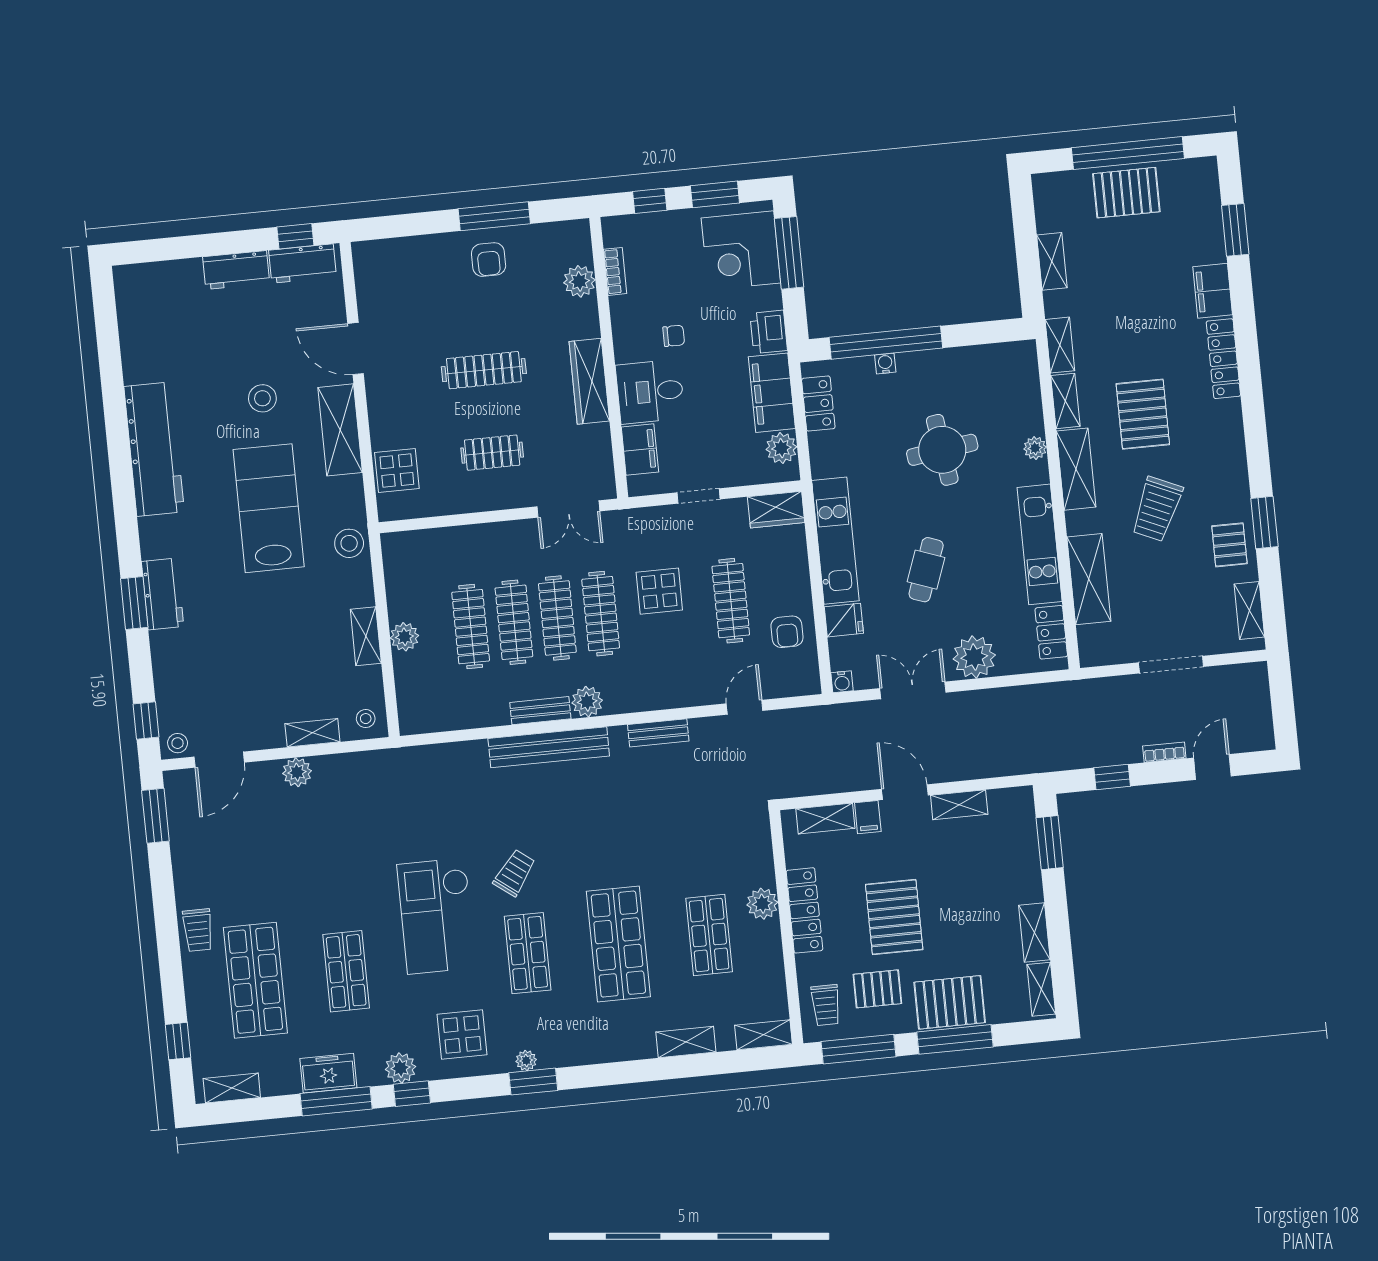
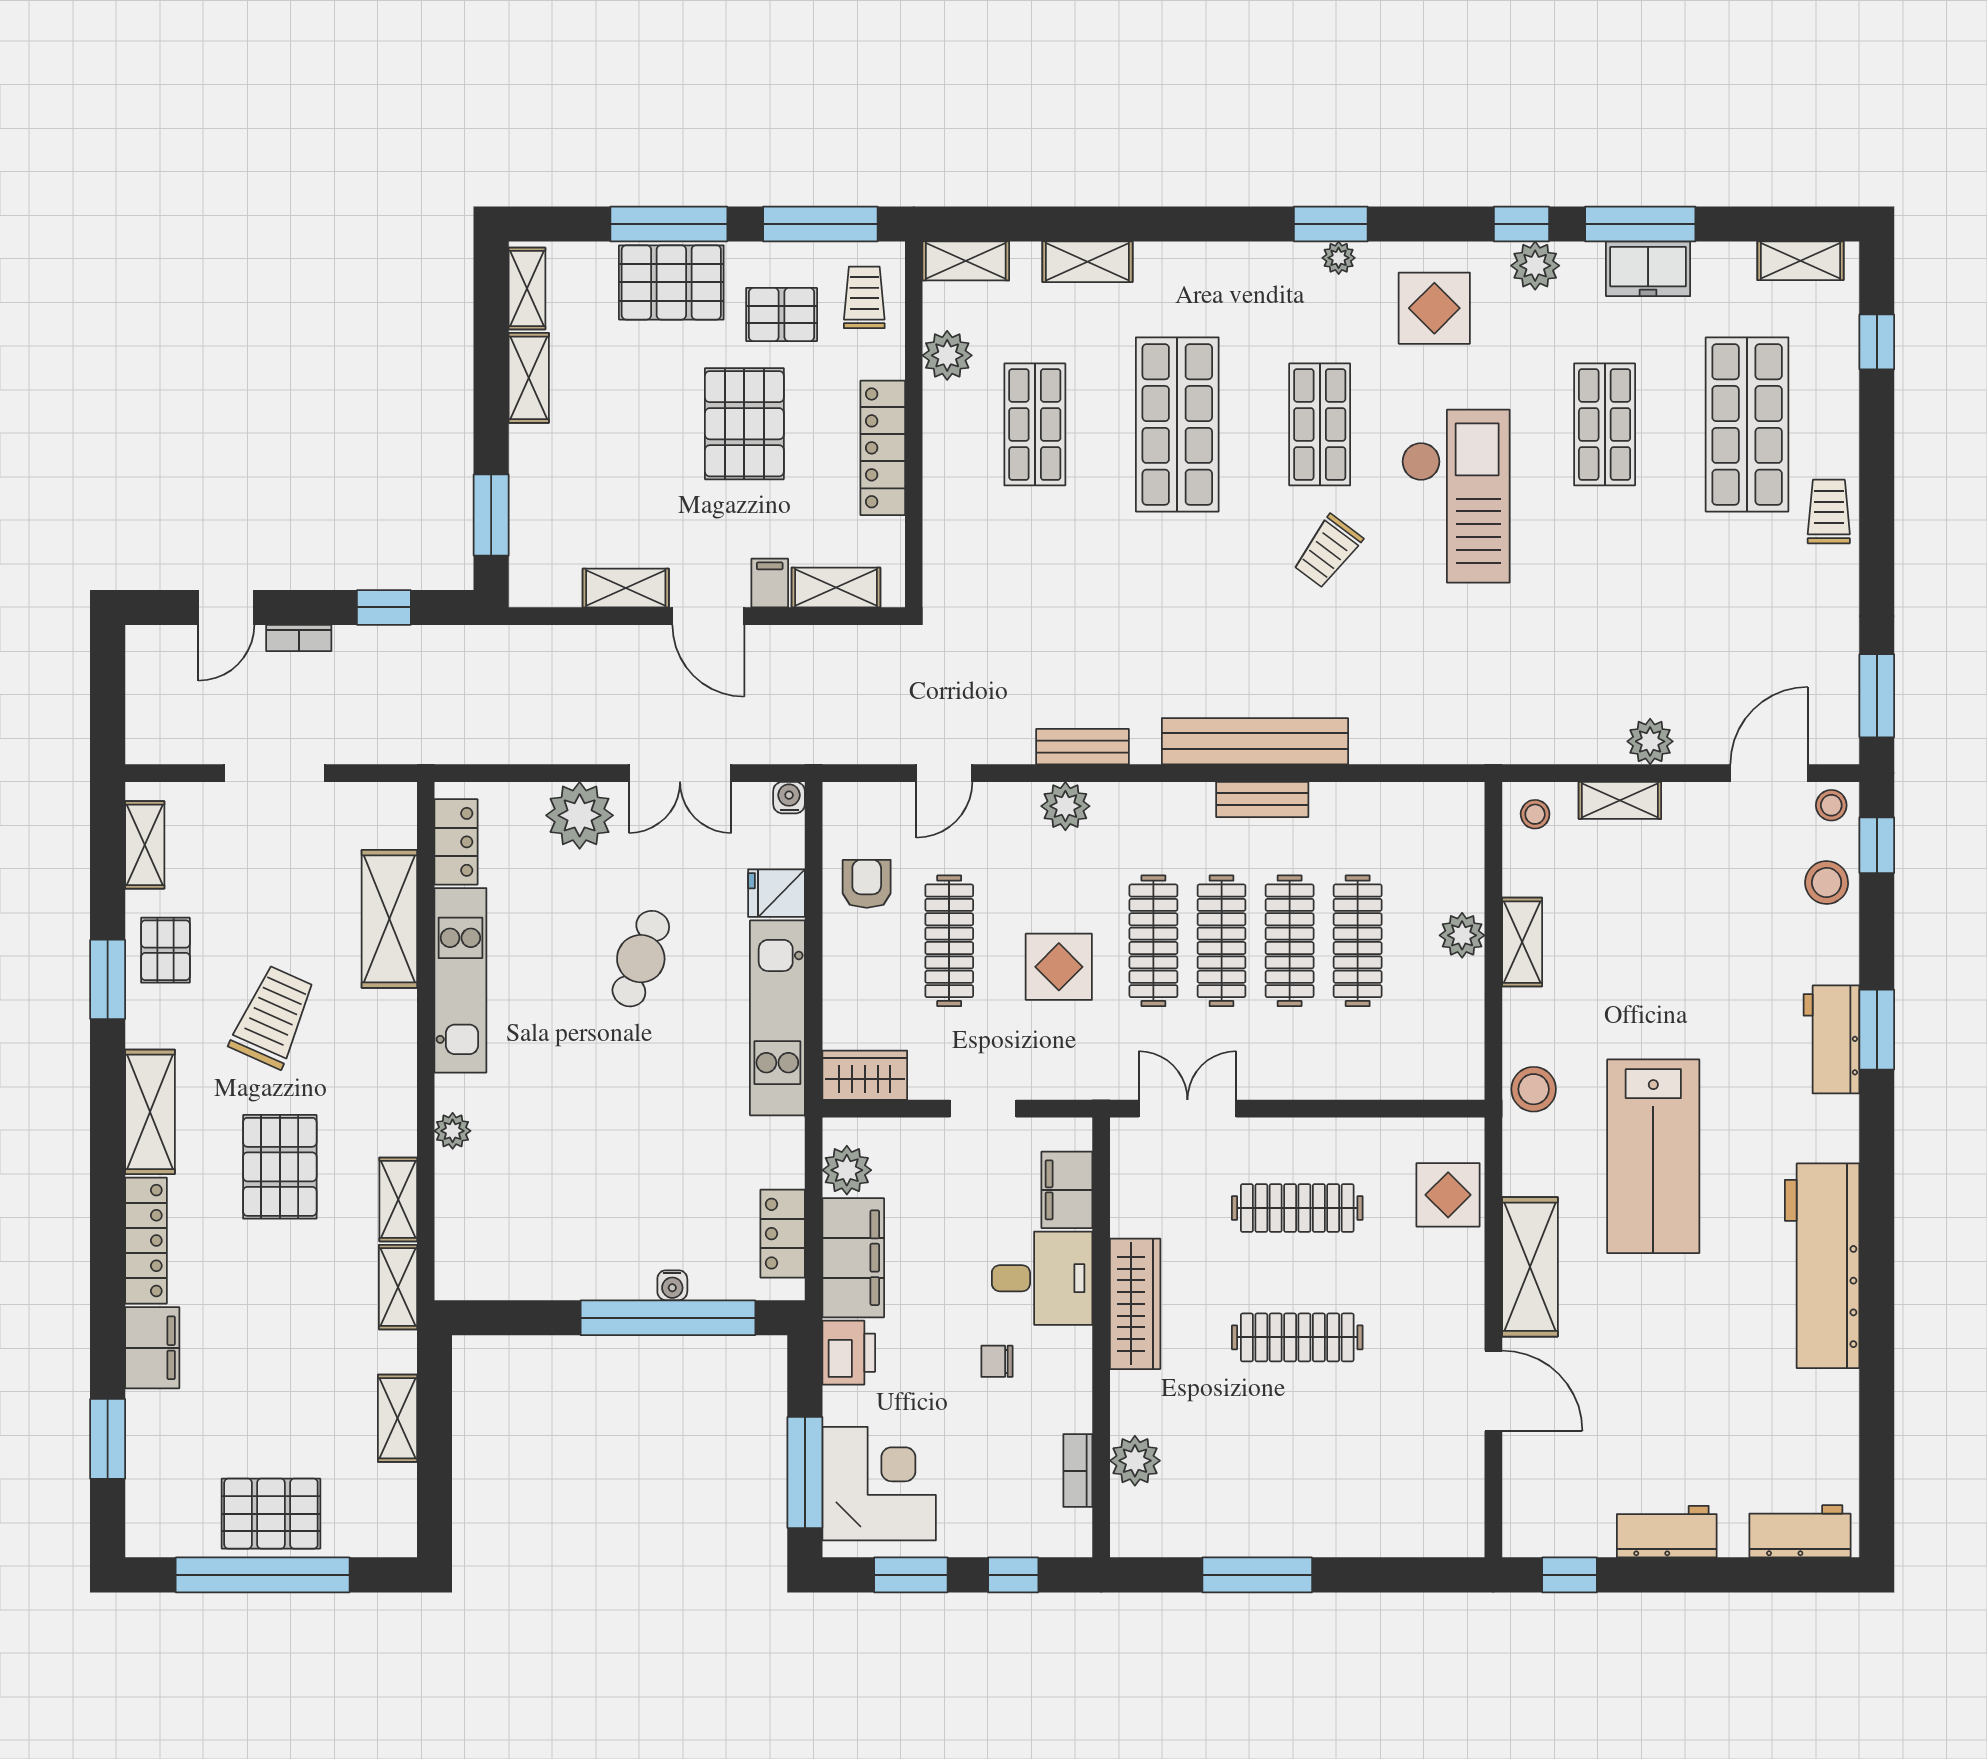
armchair: (489, 260) -> (1273, 1509), removed
workbench: (302, 264) -> (1800, 1531), moved
stool: (262, 398) -> (1827, 882), moved
round table: (942, 450) -> (597, 1142), removed
clothes rail: (492, 453) -> (1297, 1208), width x1.36
shelving: (1076, 469) -> (150, 1112), moved
plant: (587, 702) -> (1065, 806), moved
plant: (762, 904) -> (947, 355), moved

